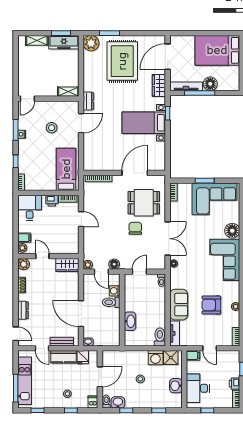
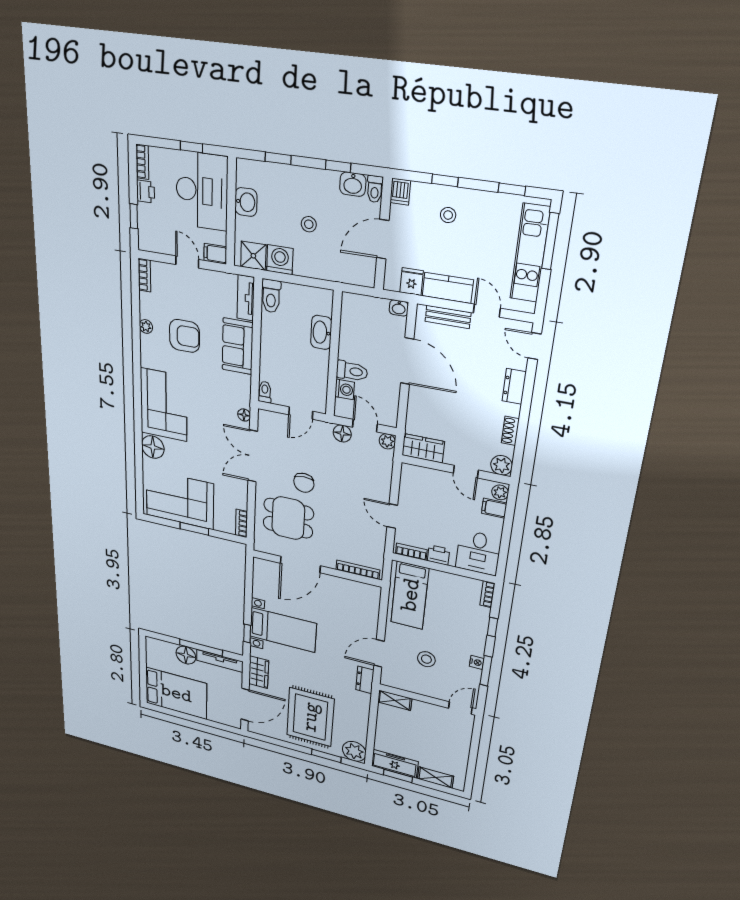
desk: (198, 388) -> (202, 191), width x1.36, depth x1.30

